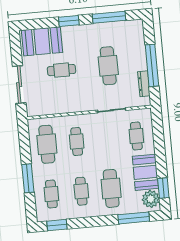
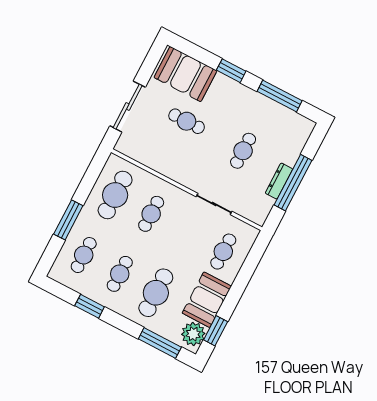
cafe table: (108, 66) -> (243, 151), width x0.73, depth x0.74
dresser: (144, 84) -> (279, 181), moved
window: (57, 225) -> (90, 306), moved

